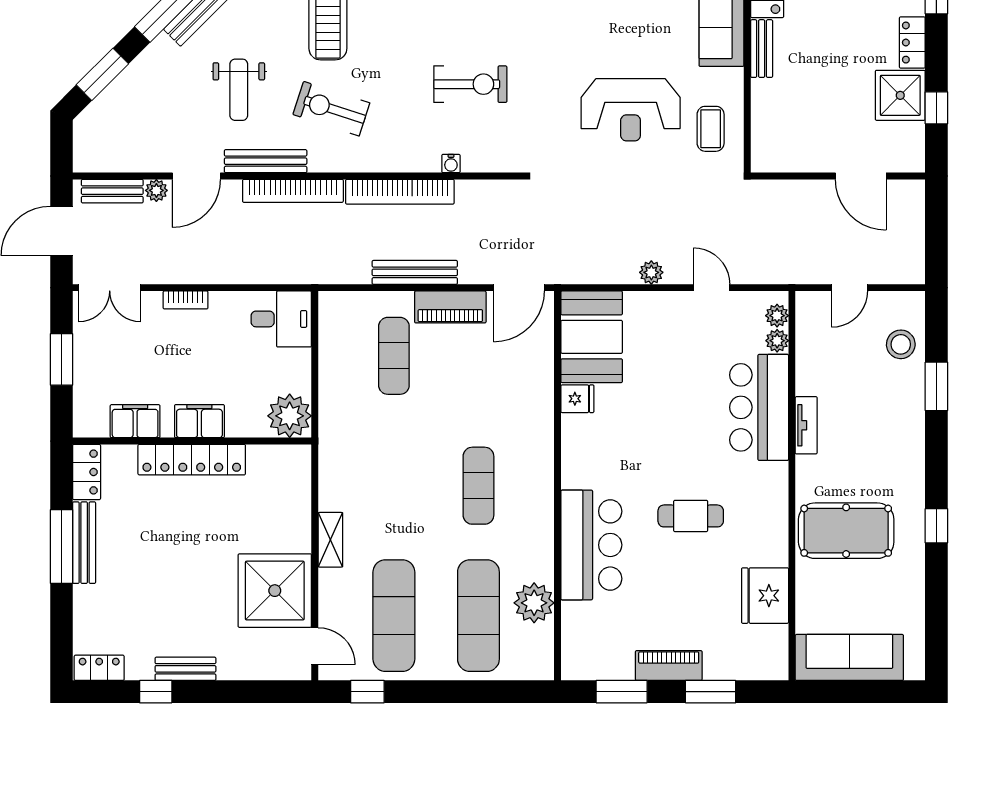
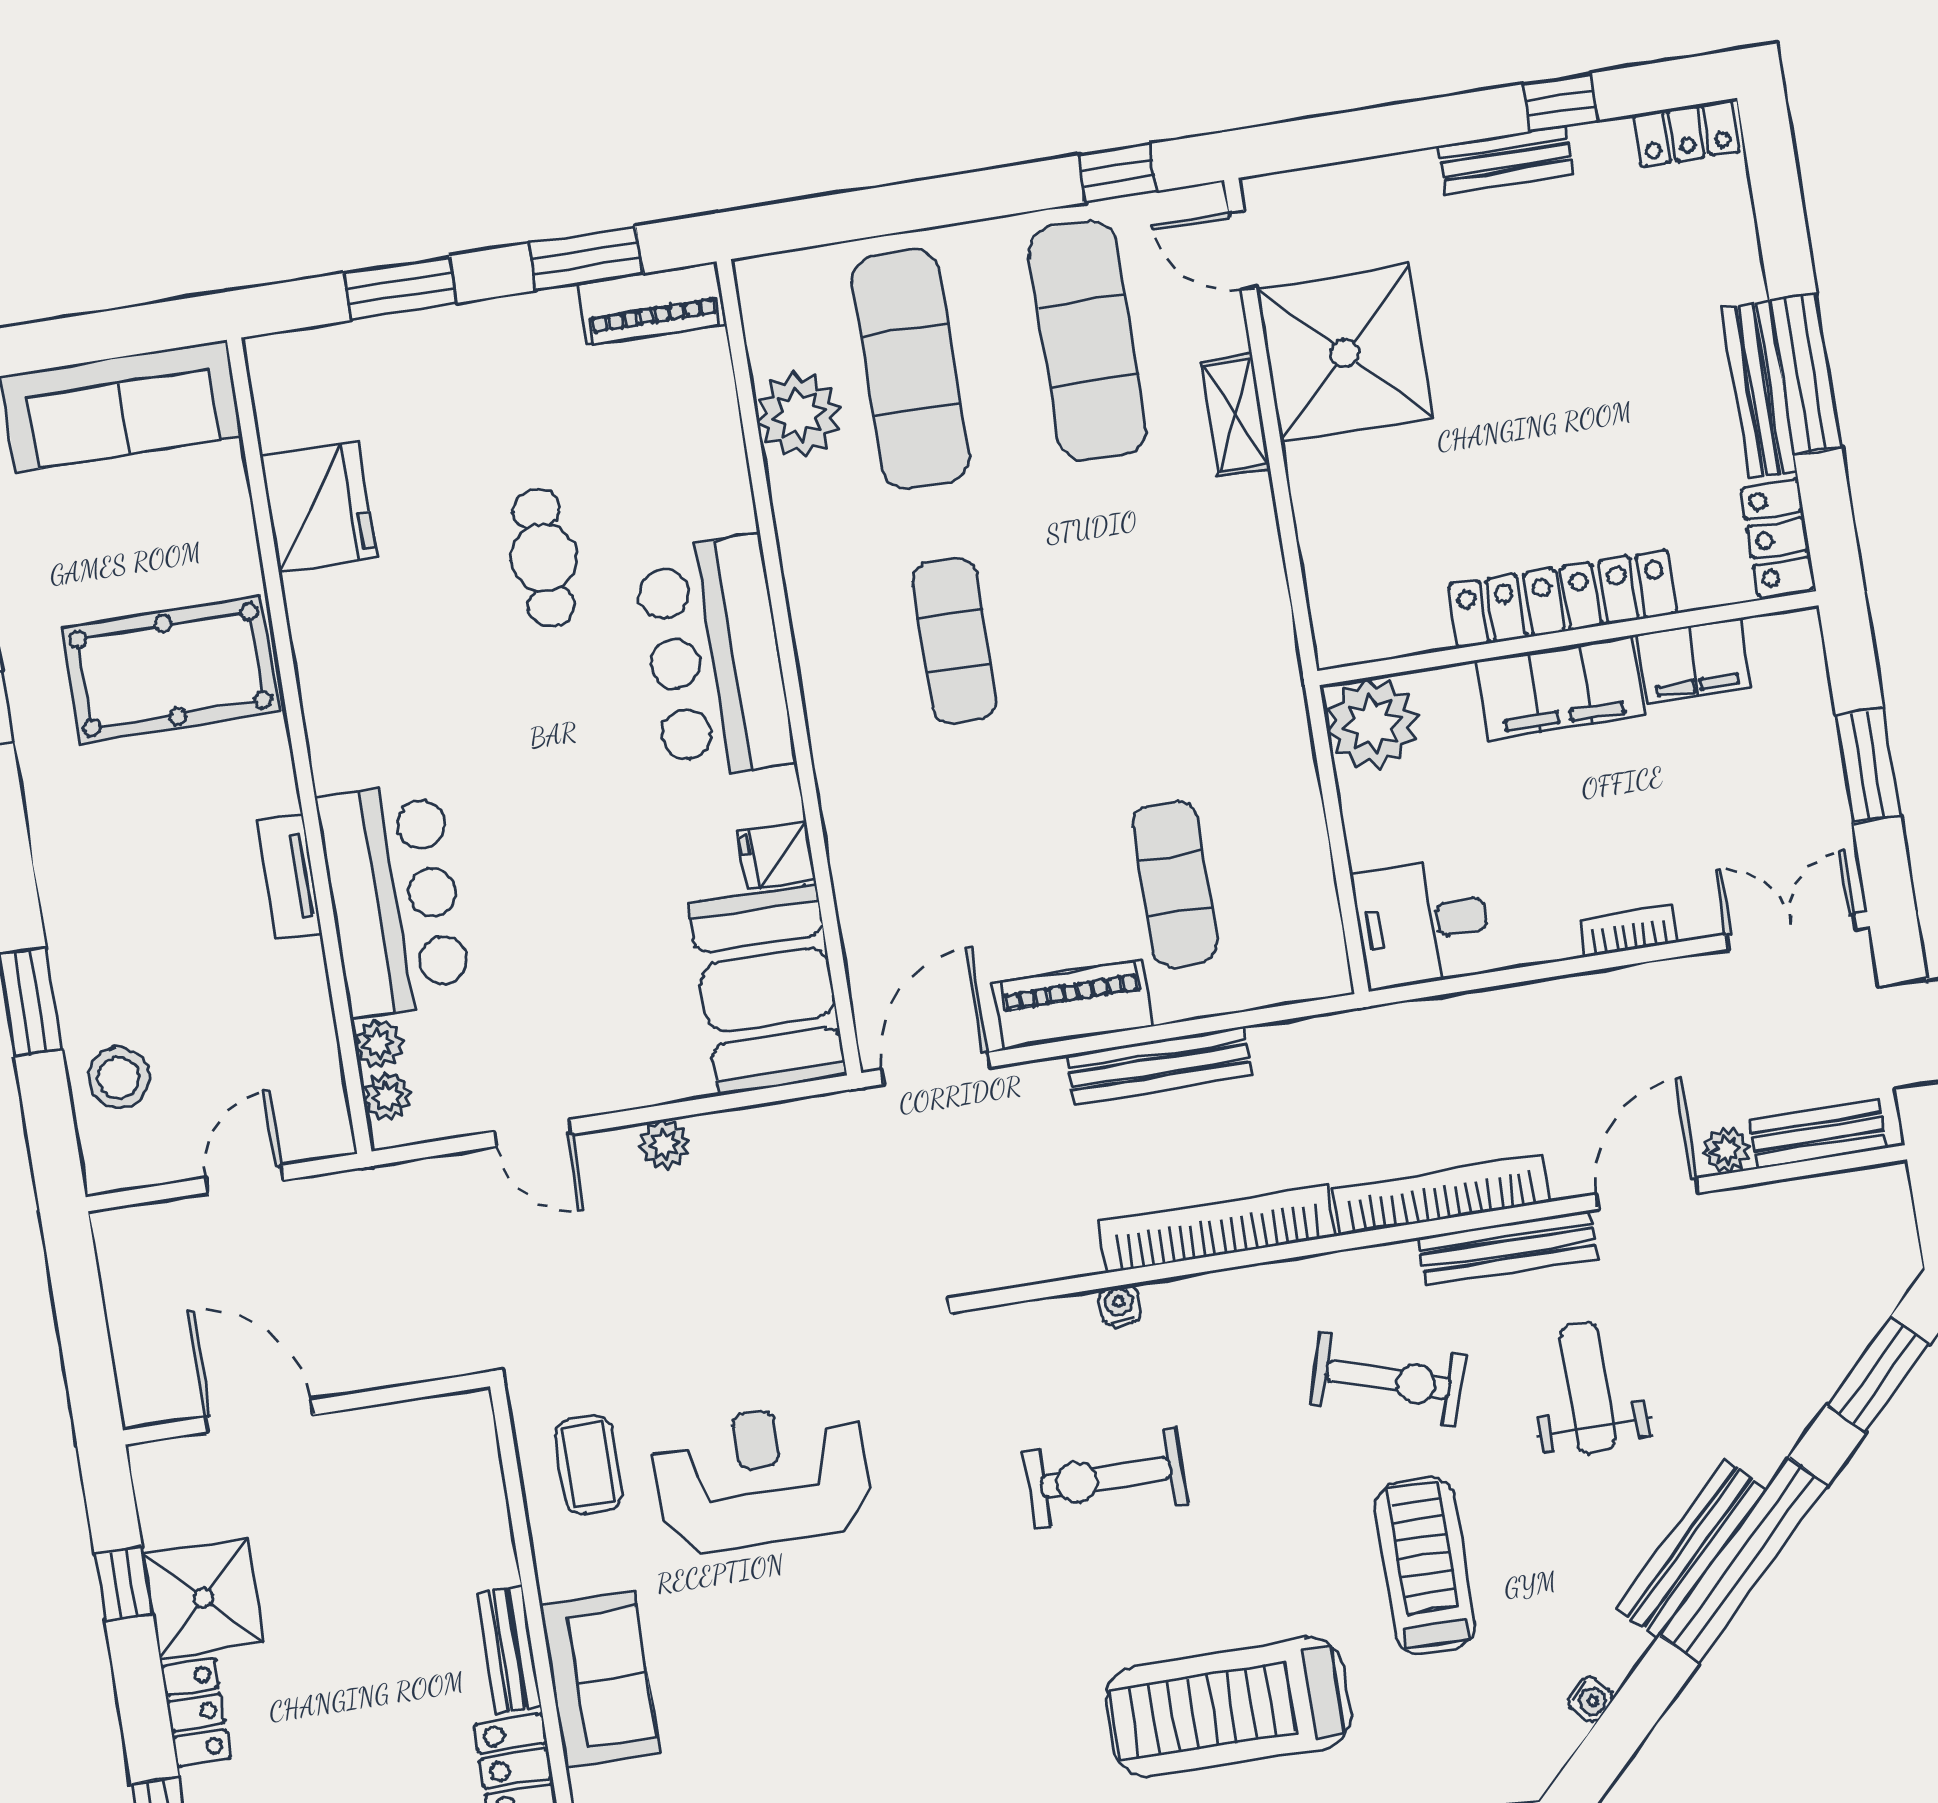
filing cabinet: (199, 421) -> (1560, 688), width x1.50, depth x1.17
cafe table: (691, 516) -> (544, 558), moved, turned 90
shelving: (330, 540) -> (1235, 415), moved
bar counter: (591, 545) -> (715, 658), moved
piano: (669, 666) -> (652, 304), moved

